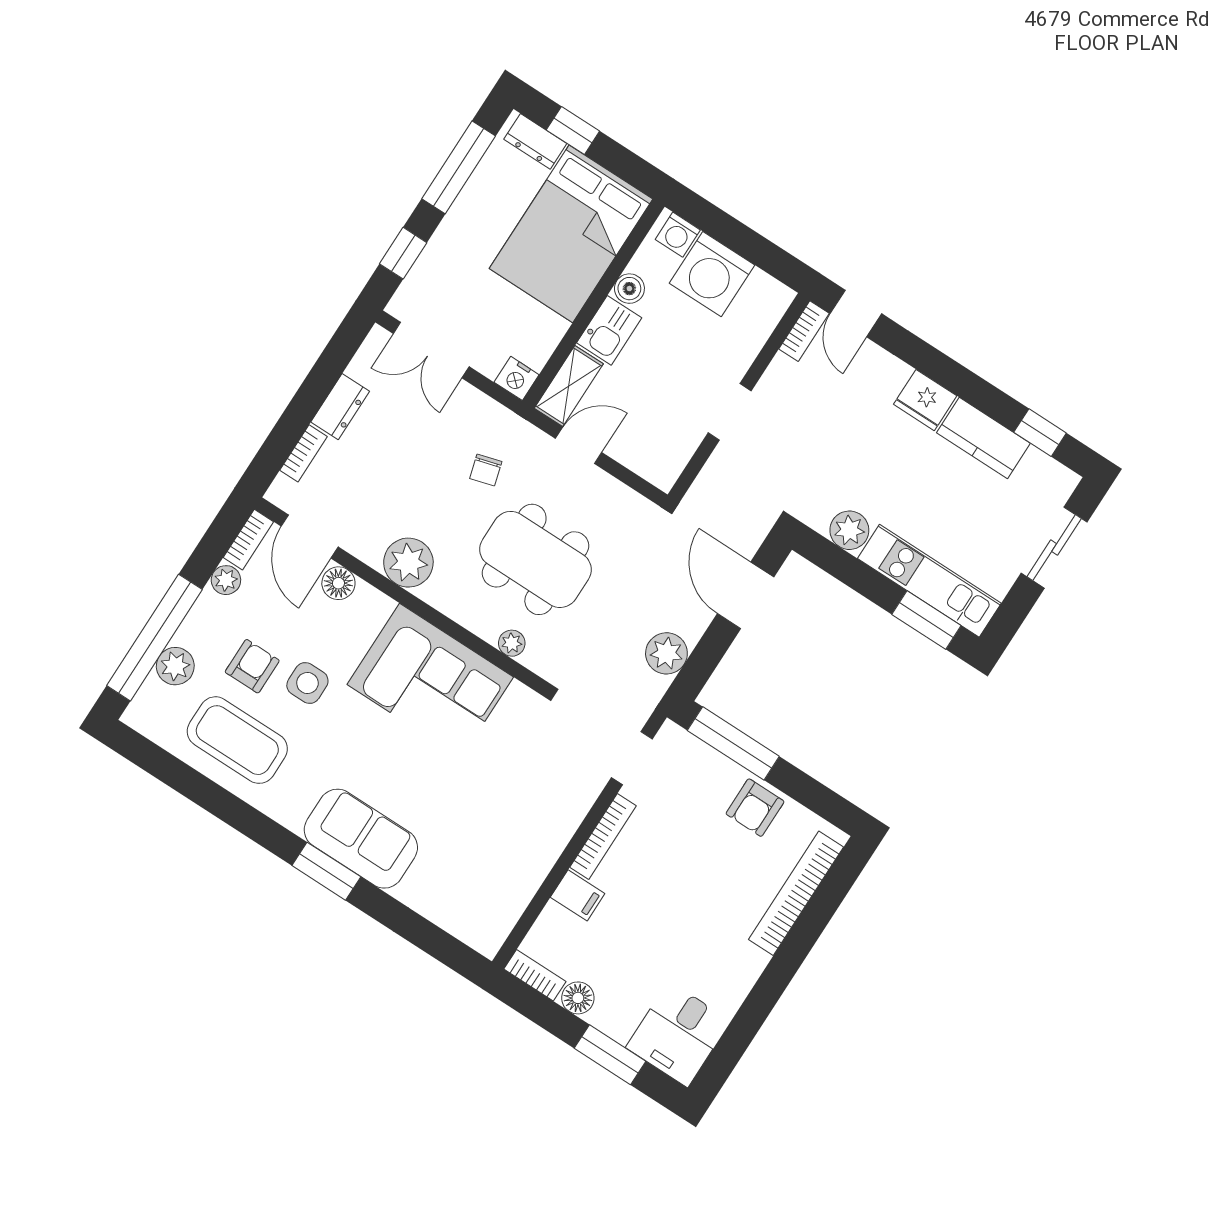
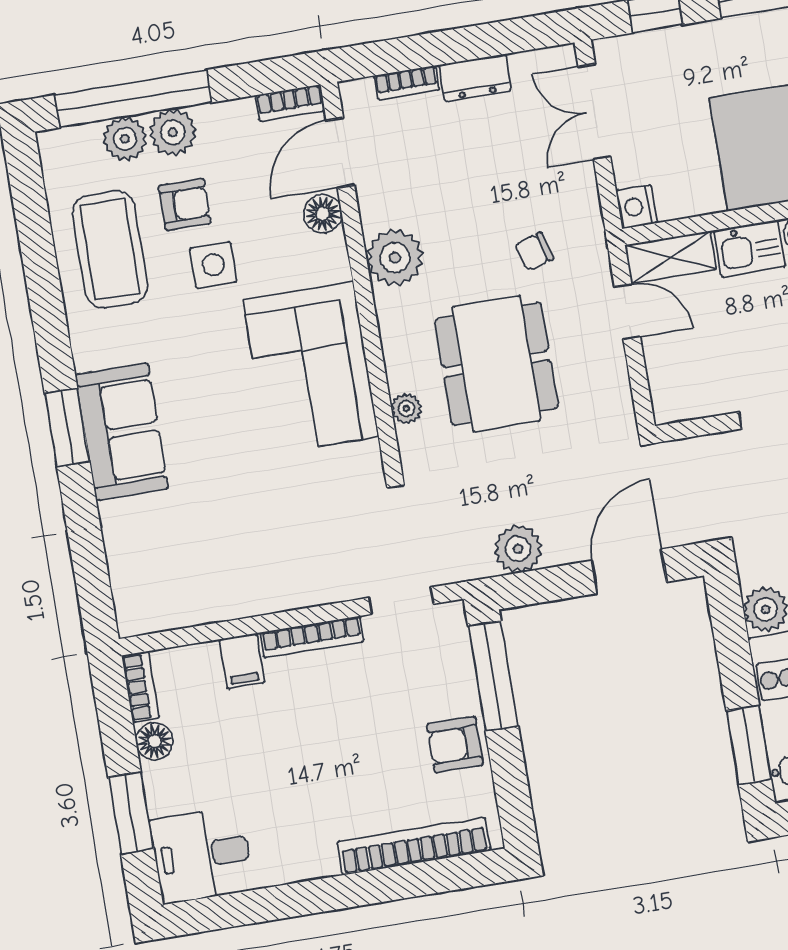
plant: (226, 580) -> (173, 132), moved, width x1.38, depth x1.38

